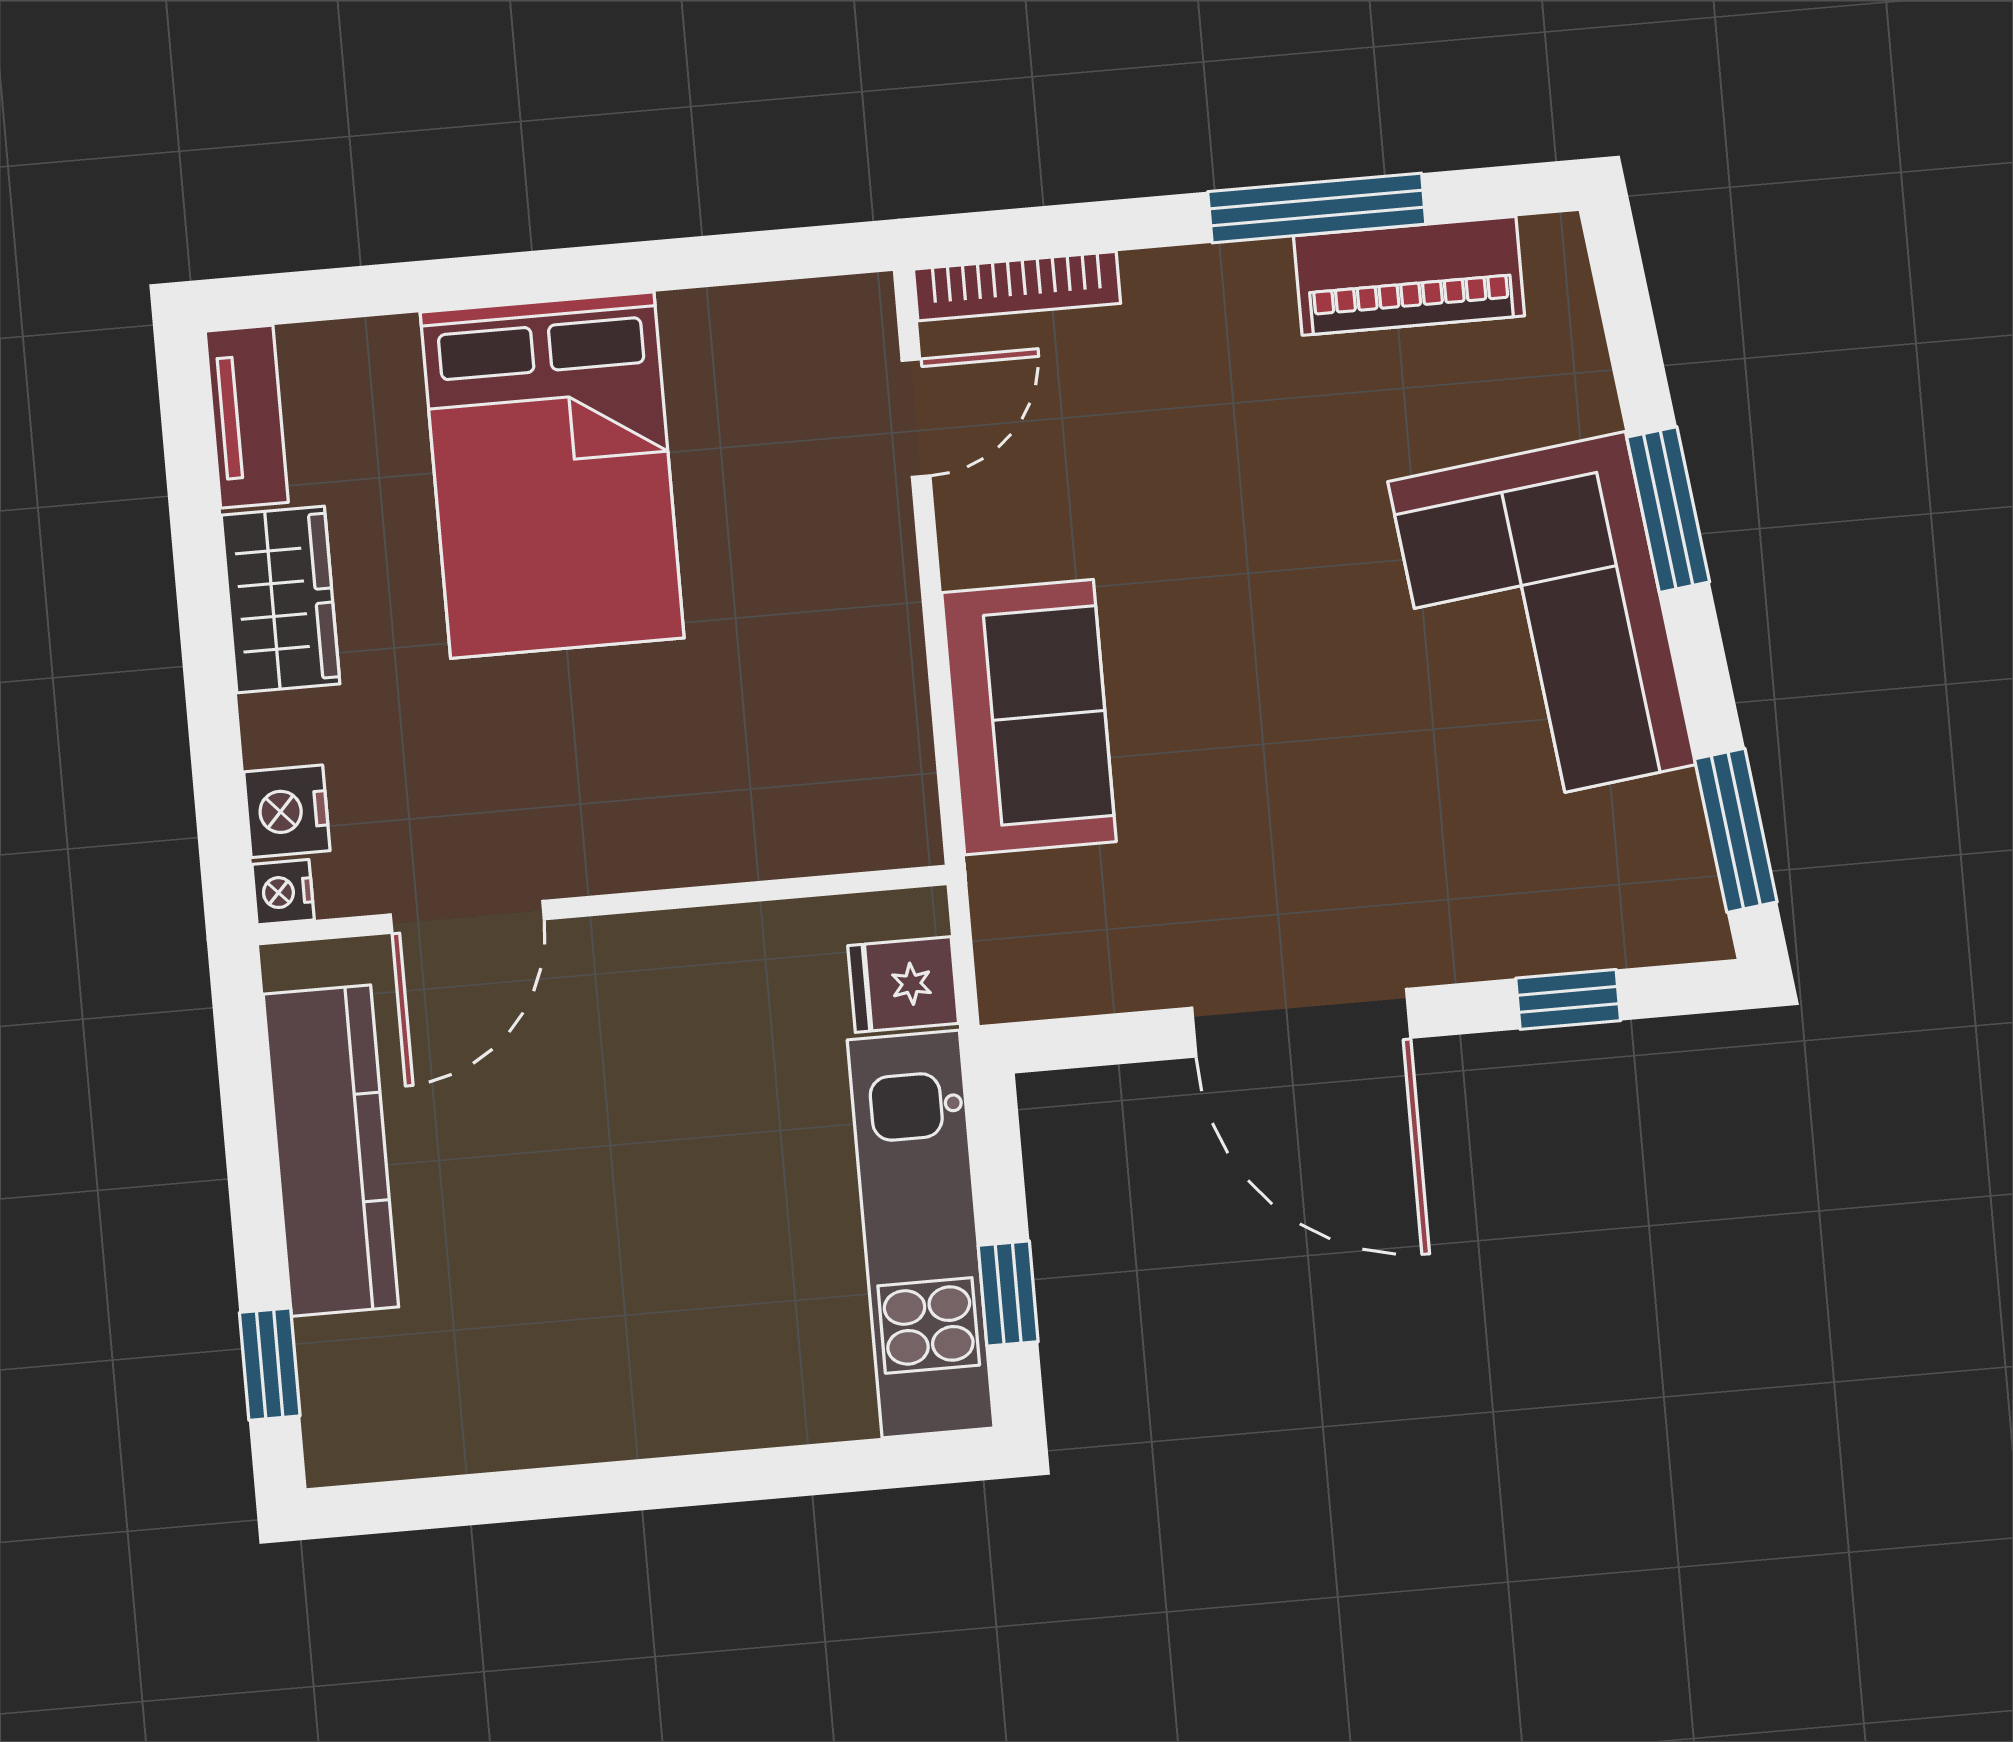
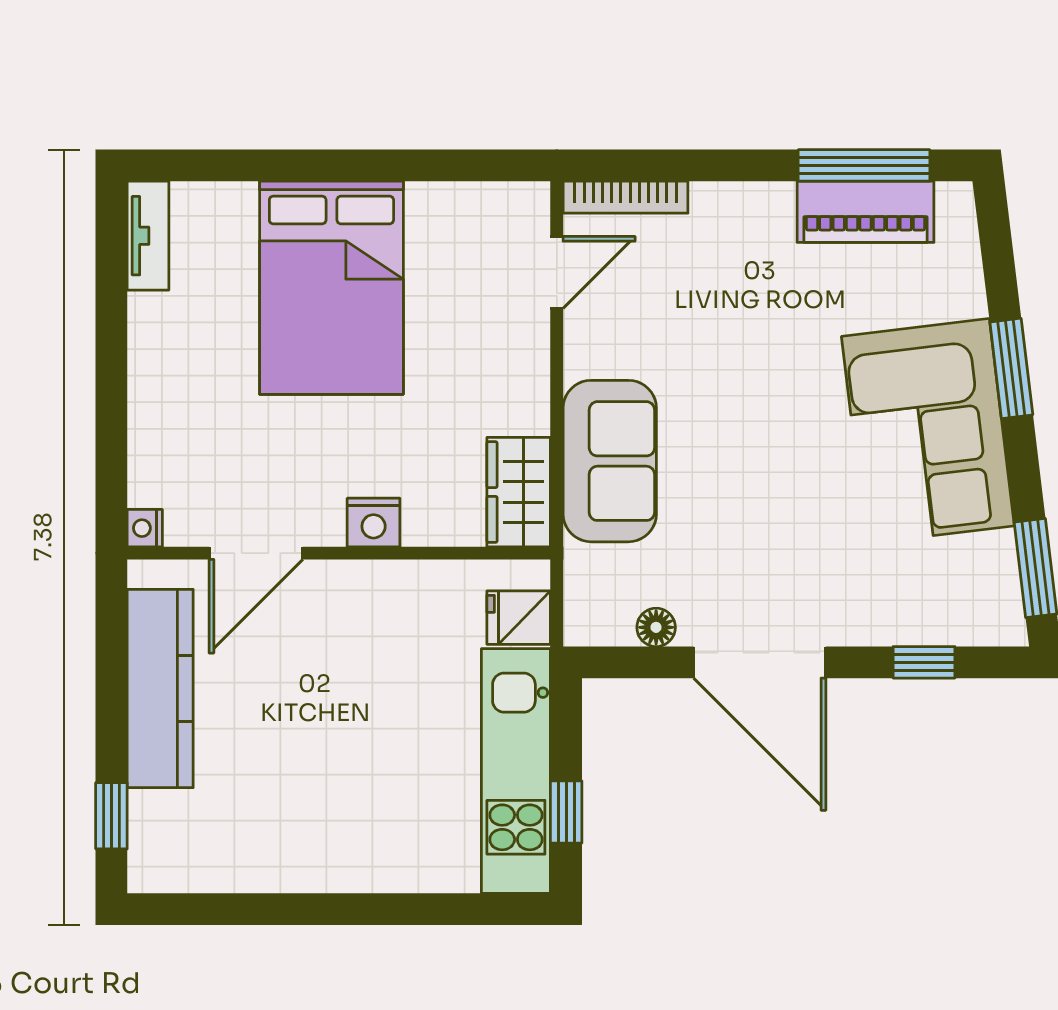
window: (1317, 208) -> (864, 165), moved
wardrobe: (281, 599) -> (519, 492), moved, turned 180
nightstand: (287, 811) -> (374, 522), moved, turned -90
floor lamp: (1128, 981) -> (656, 627), added

